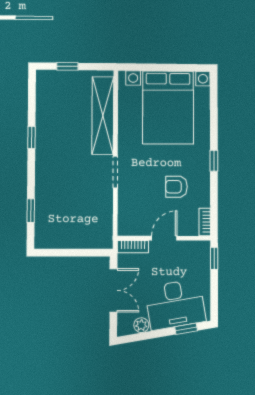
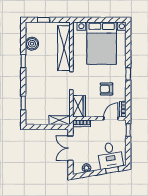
boiler: (47, 107) -> (32, 44), added
wardrobe: (128, 217) -> (79, 106), added
door: (164, 238) -> (111, 118), moved
shelving: (94, 241) -> (59, 120), added
double door: (113, 290) -> (71, 148), swing flipped
desk: (175, 304) -> (110, 155), width x0.73

